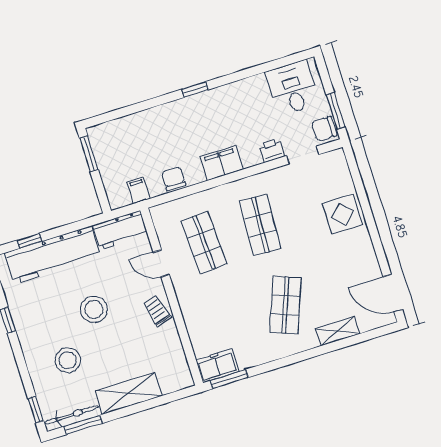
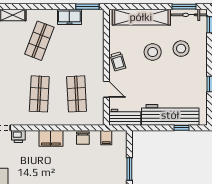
stool: (94, 309) -> (153, 52), moved
freezer: (217, 366) -> (69, 17), moved
shelving: (129, 393) -> (141, 17), width x1.47

